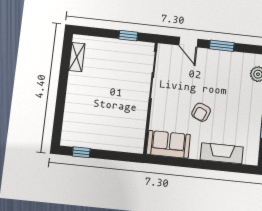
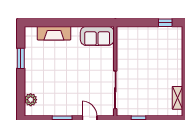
armchair: (201, 112) -> (74, 64), removed

